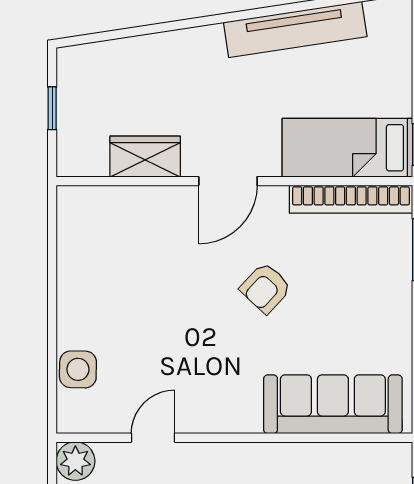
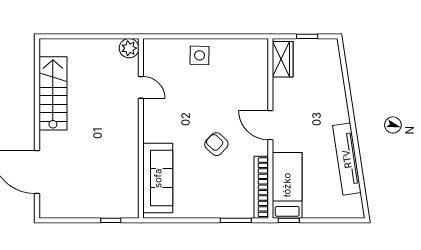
wardrobe: (145, 157) -> (283, 59), moved
side table: (78, 369) -> (200, 55), moved

